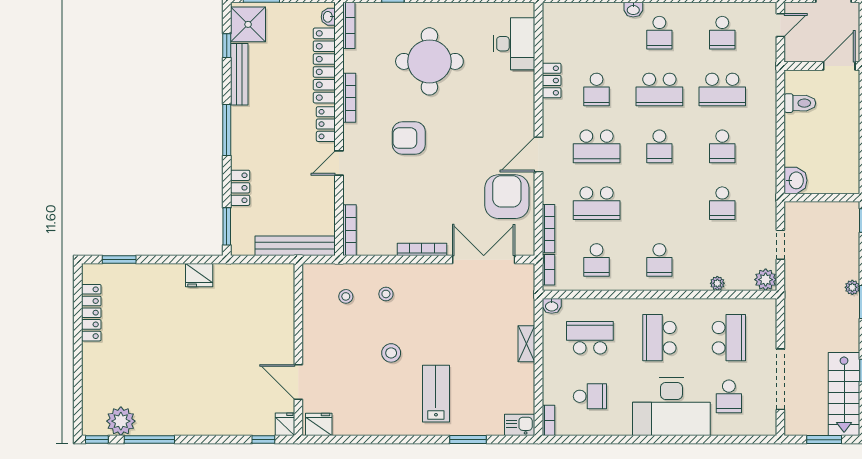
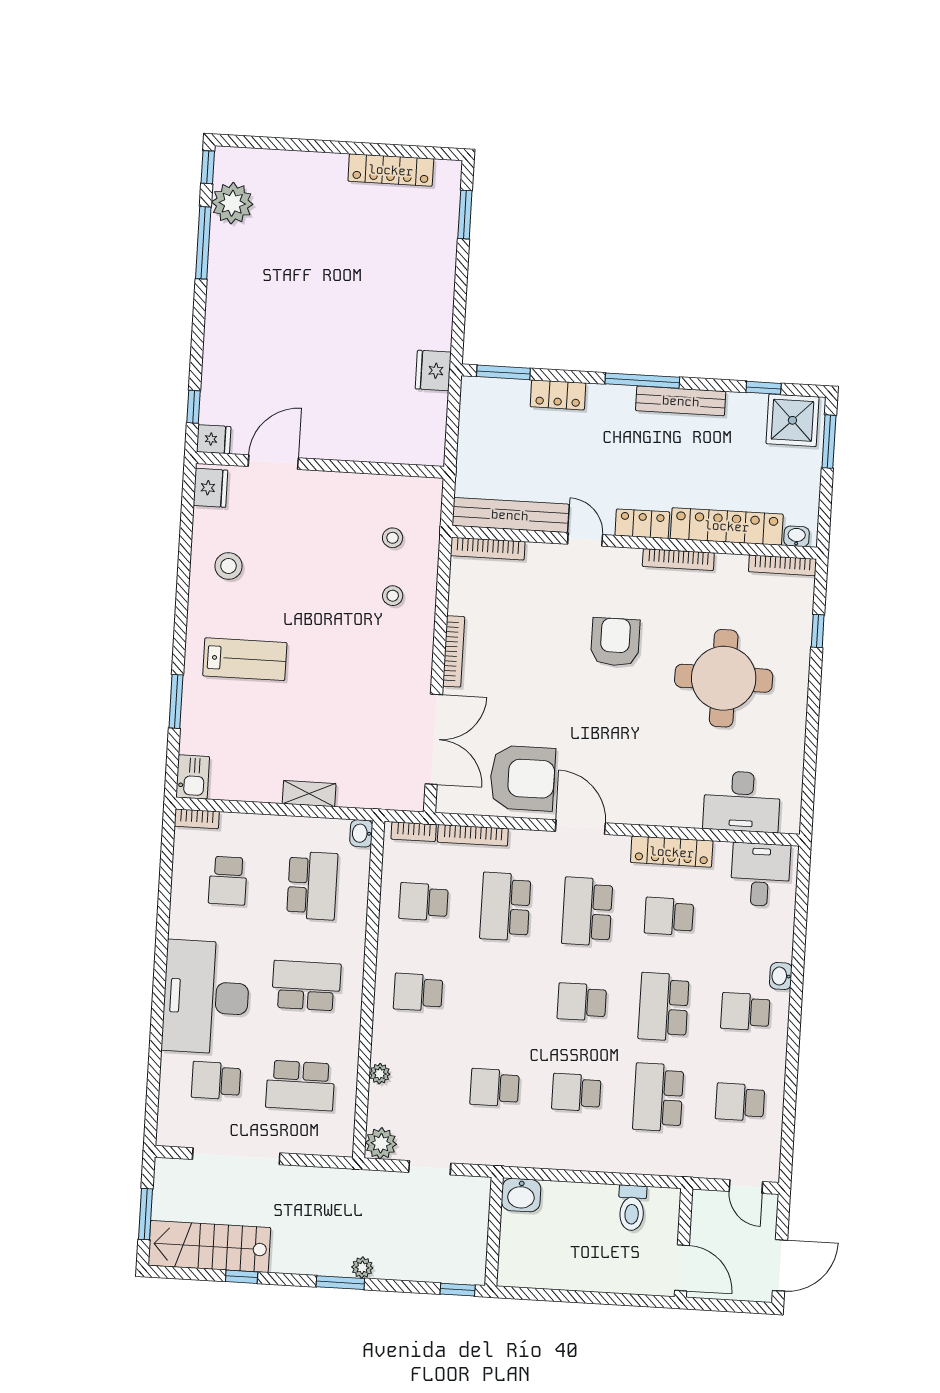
desk: (564, 28) -> (760, 875), added
bench: (239, 74) -> (681, 401), moved
locker: (552, 81) -> (672, 852), width x1.53
bench: (295, 246) -> (510, 515), moved, turned 90
fridge: (199, 275) -> (433, 371), moved
stool: (391, 353) -> (229, 566), moved

